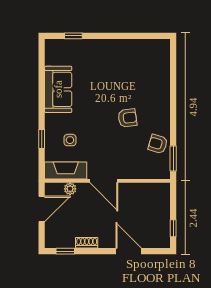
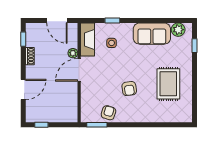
plant: (53, 56) -> (178, 30), added
rug: (121, 69) -> (168, 84), added
plant: (70, 189) -> (73, 53), moved

